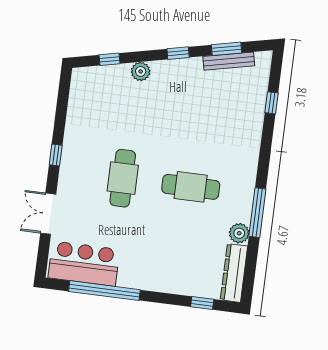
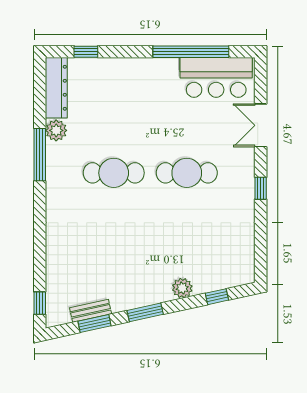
window: (178, 53) -> (145, 312), width x1.50
bench: (229, 61) -> (91, 311), width x0.73
window: (271, 103) -> (40, 303), moved
cafe table: (123, 178) -> (187, 173), turned 90
double door: (48, 214) -> (261, 125), swing flipped

